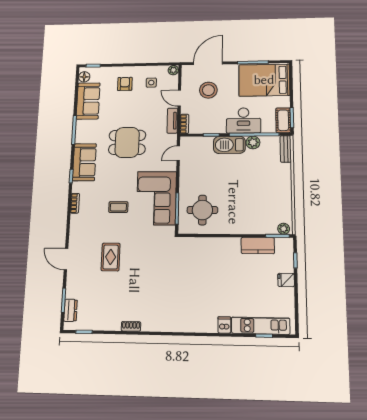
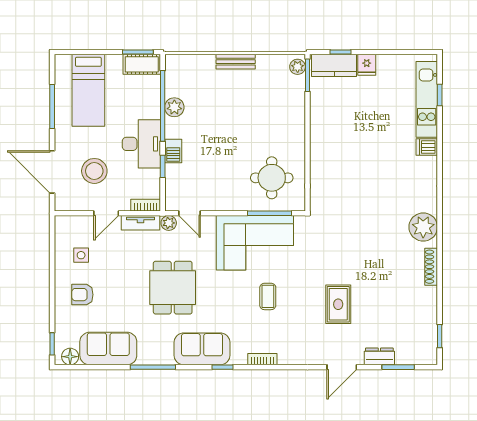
plant: (173, 70) -> (169, 223), moved
bed: (264, 80) -> (88, 90), width x0.67
desk: (244, 120) -> (141, 144), moved
barbecue: (229, 145) -> (173, 151), width x0.53, depth x0.65
bench: (286, 149) -> (236, 62), moved
kitchen counter: (258, 246) -> (334, 65), moved, turned 90
rug: (111, 257) -> (338, 304), turned 90
dresser: (71, 310) -> (379, 356), moved
plant: (165, 321) -> (423, 227), added
shoe rack: (131, 326) -> (431, 267), width x1.43

